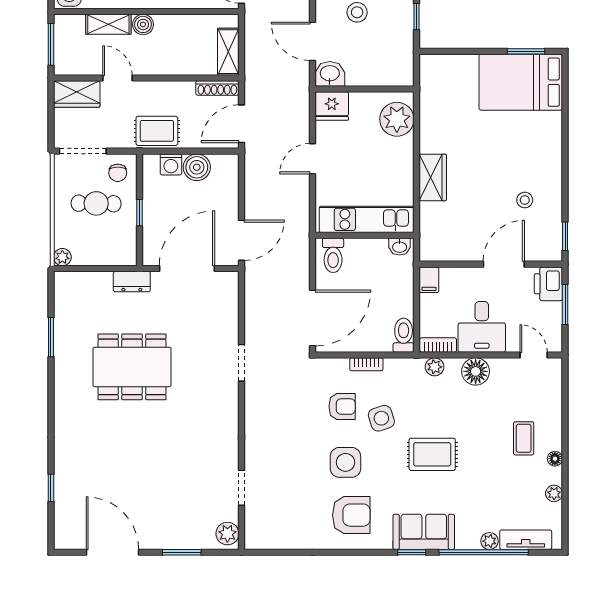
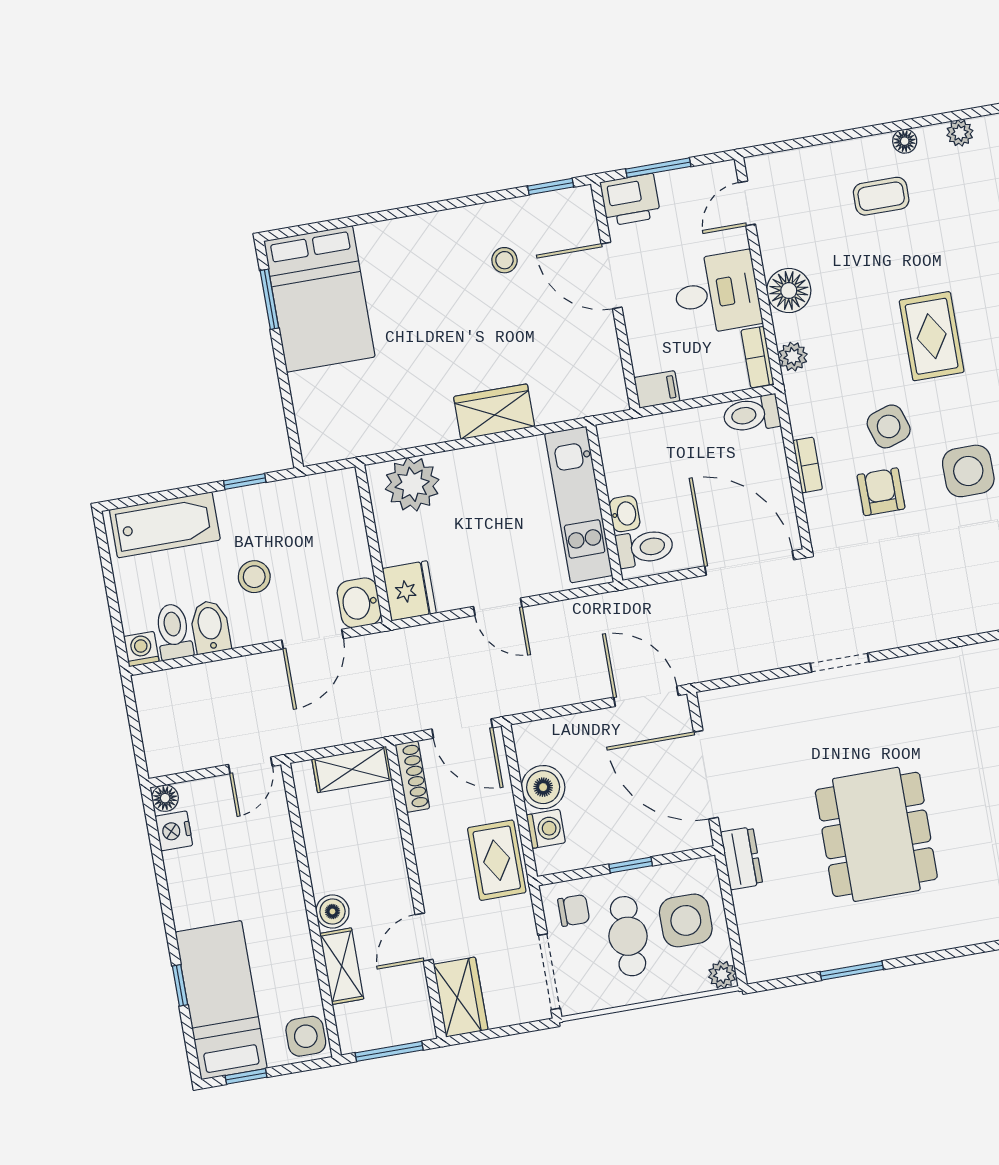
side table: (100, 241) -> (686, 920), added
washbasin: (400, 247) -> (625, 514), moved

